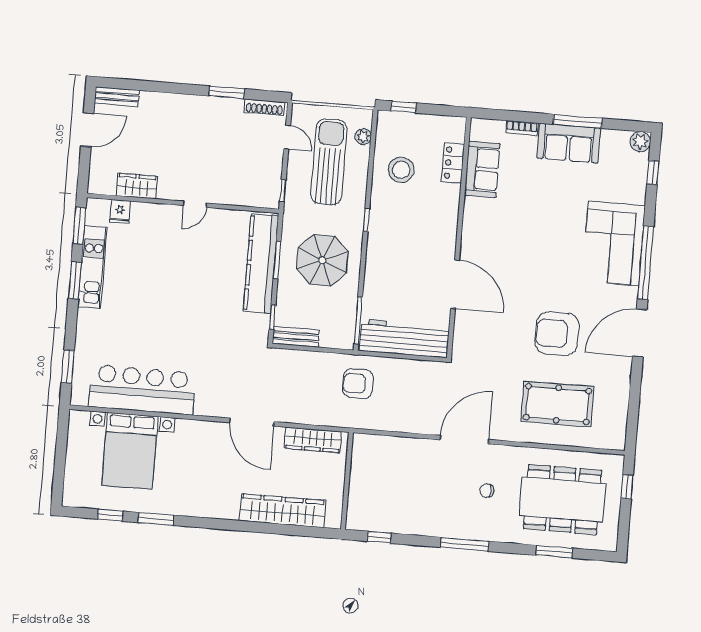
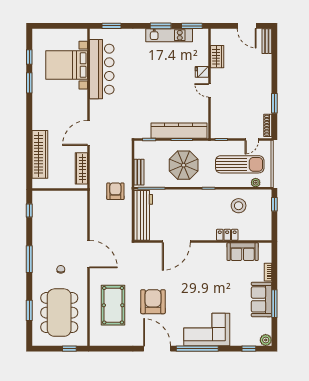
locker: (453, 163) -> (227, 235), moved
fridge: (120, 212) -> (202, 72), moved
bench: (296, 337) -> (139, 172), moved

